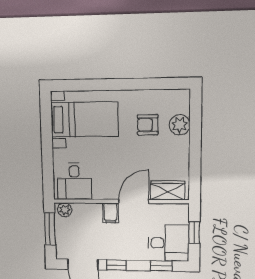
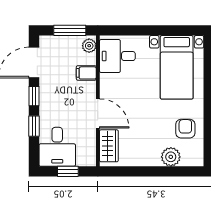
armchair: (148, 125) -> (185, 129), moved
filing cabinet: (110, 213) -> (86, 73), moved
window: (161, 266) -> (34, 126), moved

